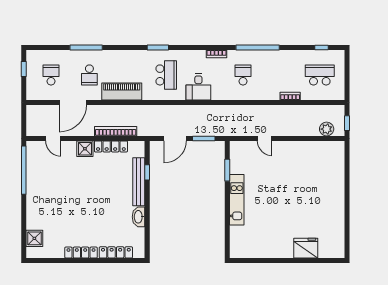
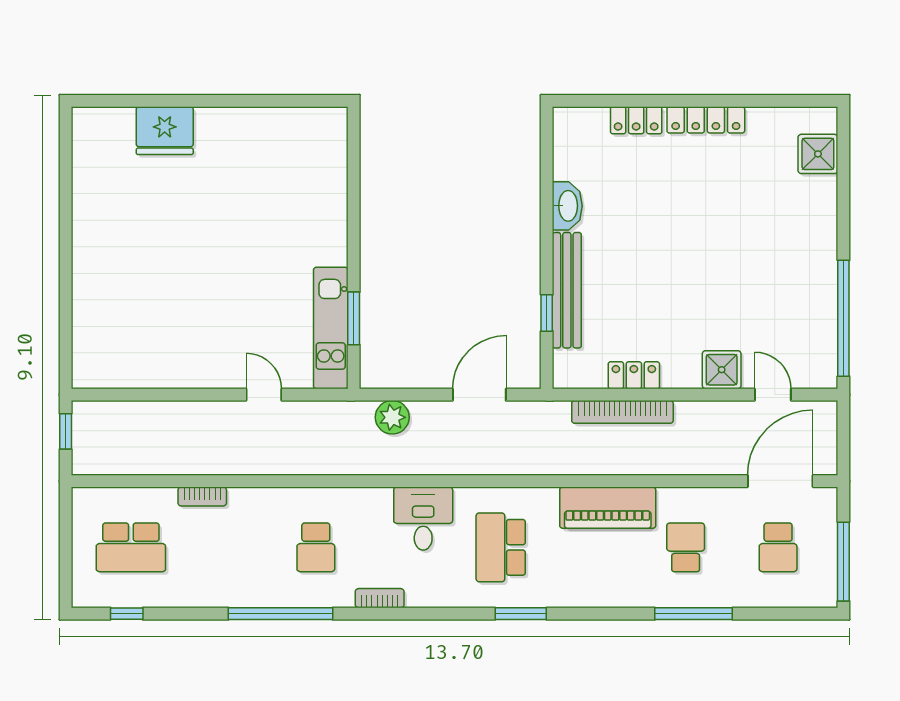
window: (24, 69) -> (843, 562), width x2.17
door: (73, 102) -> (780, 481), moved
plant: (327, 129) -> (392, 417), moved
window: (204, 138) -> (410, 395), removed
locker: (111, 146) -> (634, 375), width x0.66
shower: (85, 149) -> (722, 370), moved
kitchen unit: (237, 200) -> (331, 328), moved
locker: (116, 252) -> (636, 120), width x0.66

